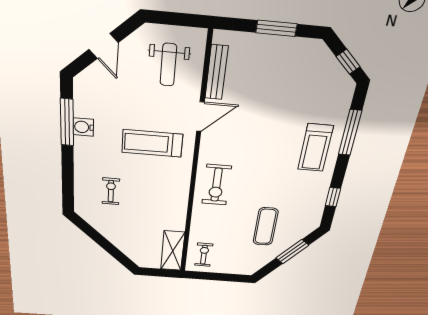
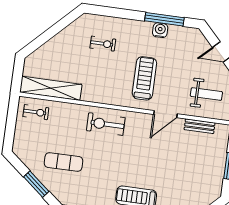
weight bench: (168, 65) -> (206, 94), turned 180
bench: (216, 72) -> (200, 126), width x0.73
door: (200, 117) -> (165, 114), hinge flipped
shelving: (173, 251) -> (51, 88), width x1.47

